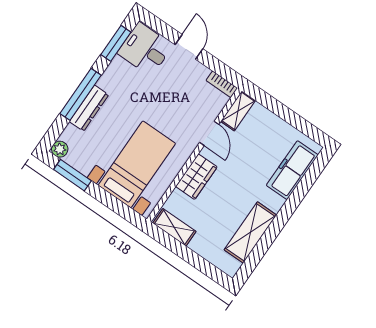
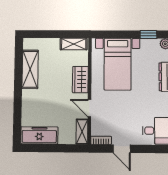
door: (189, 47) -> (122, 149), moved
freezer: (292, 170) -> (39, 135), moved, turned -90
window: (72, 175) -> (148, 34), width x0.67

